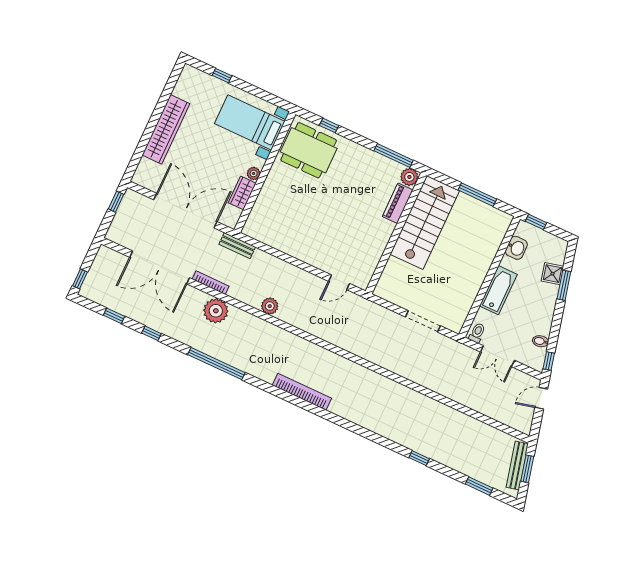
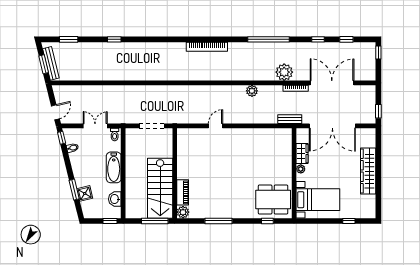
plant: (409, 177) -> (183, 212), moved
piano: (398, 203) -> (183, 192), moved
stairs: (425, 222) -> (160, 188), moved
wall: (396, 233) -> (175, 173), moved

